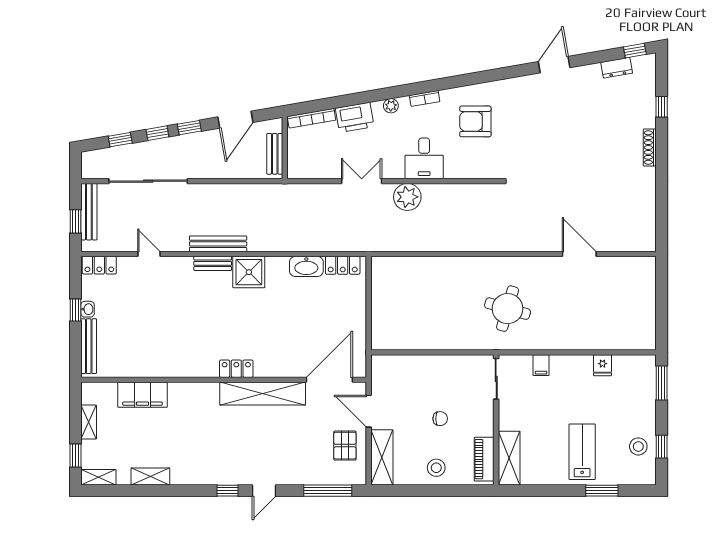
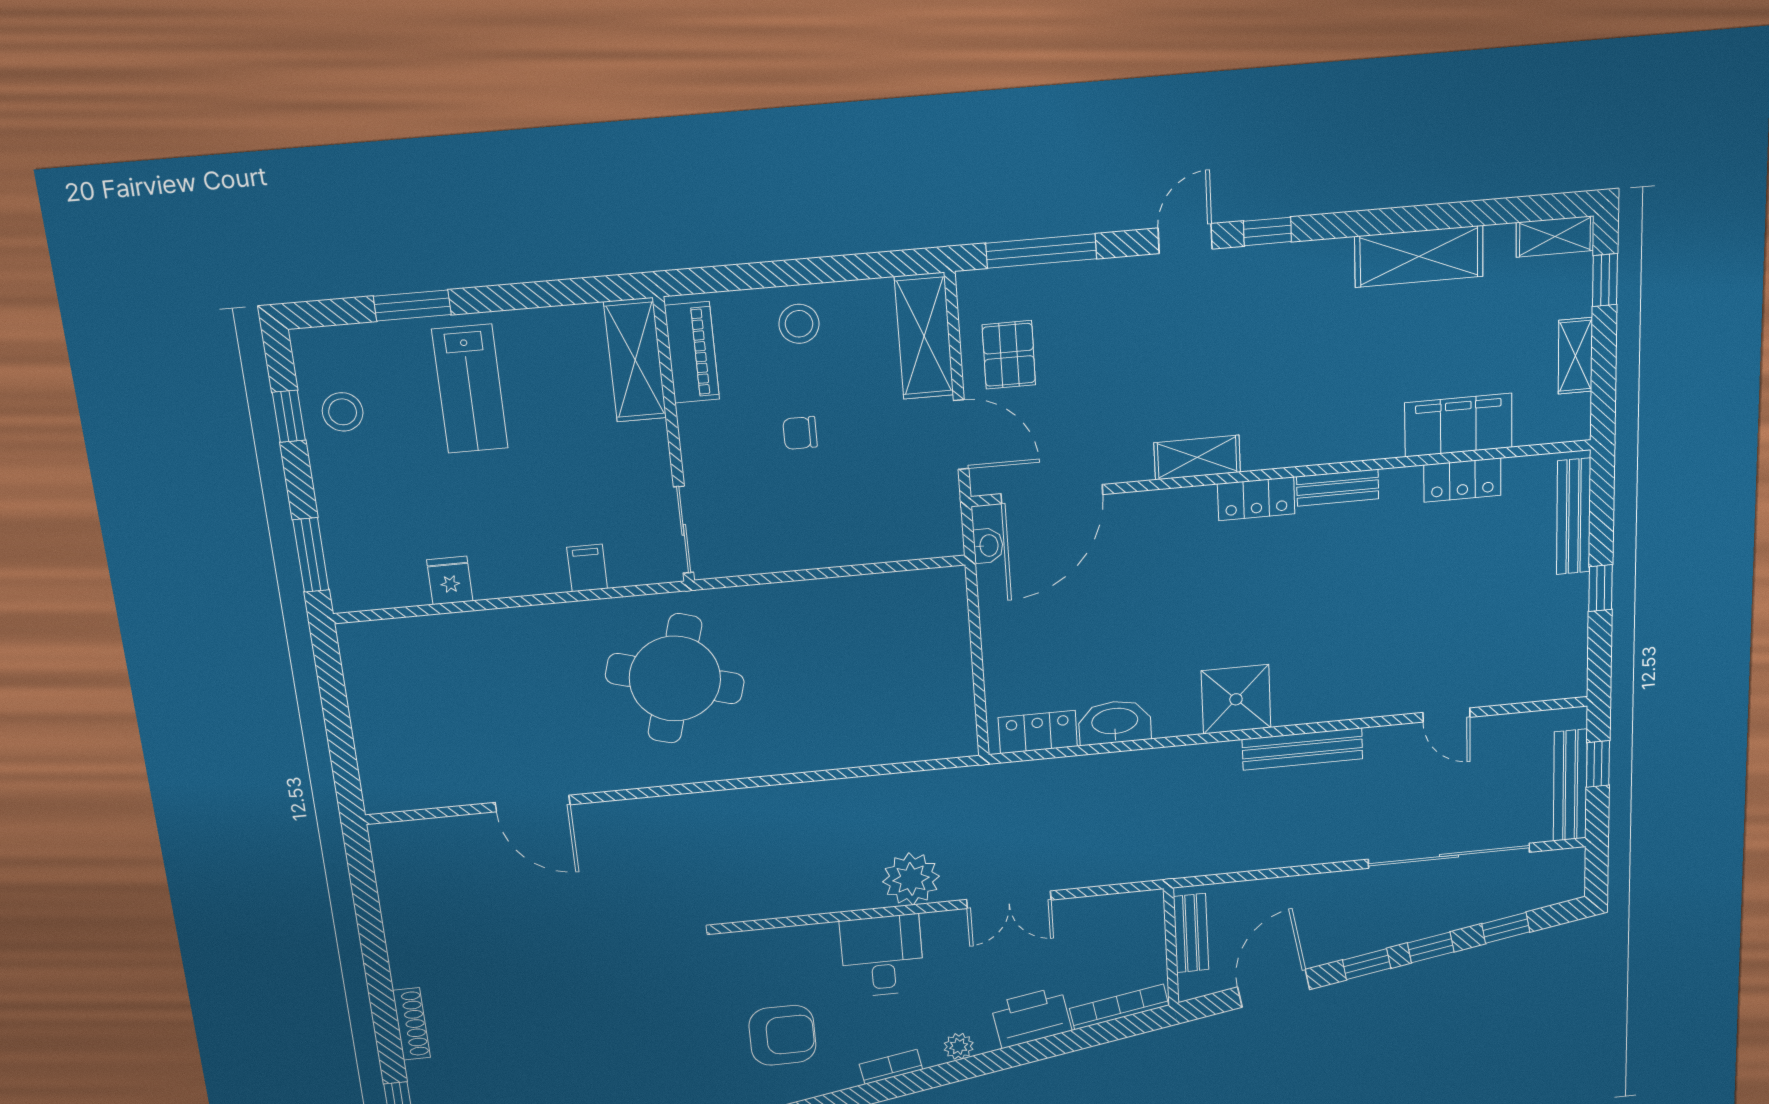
bench: (213, 263) -> (1338, 488), moved
locker: (99, 265) -> (1462, 480), moved, turned 180
washbasin: (88, 309) -> (988, 546), moved, turned 180
round table: (508, 309) -> (675, 679), width x1.36, depth x1.36
shelving: (263, 394) -> (1197, 457), width x0.45, depth x0.75
shelving: (150, 476) -> (1419, 256), width x1.50, depth x1.33

